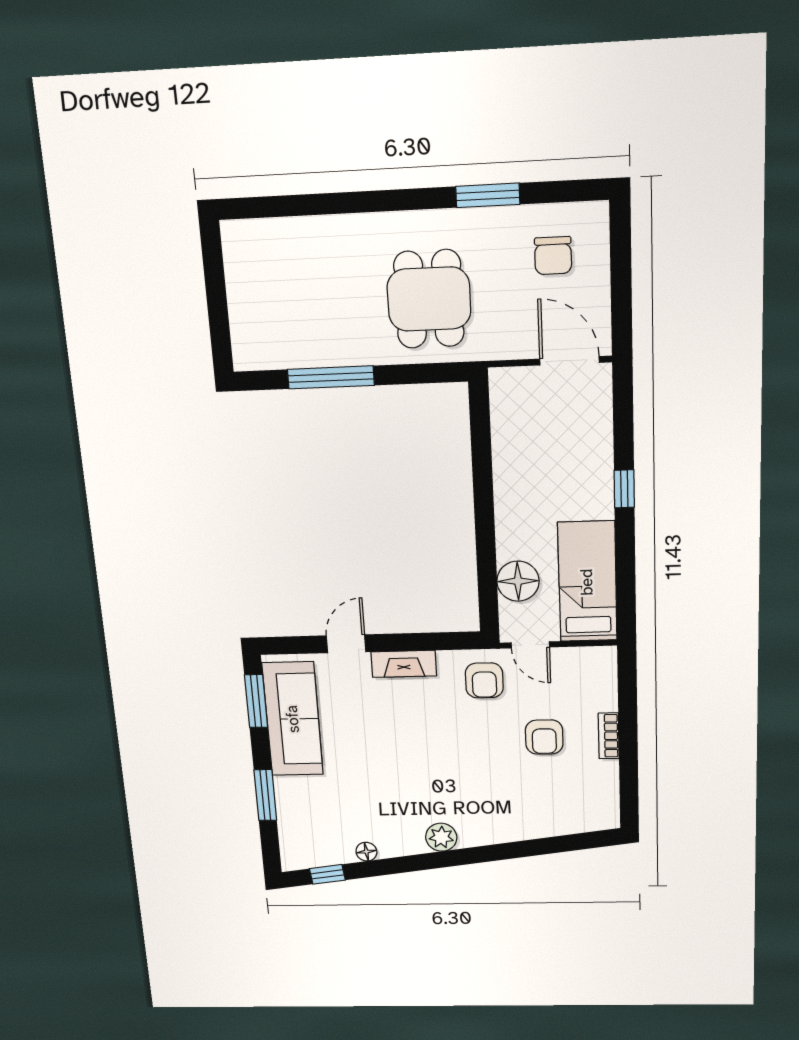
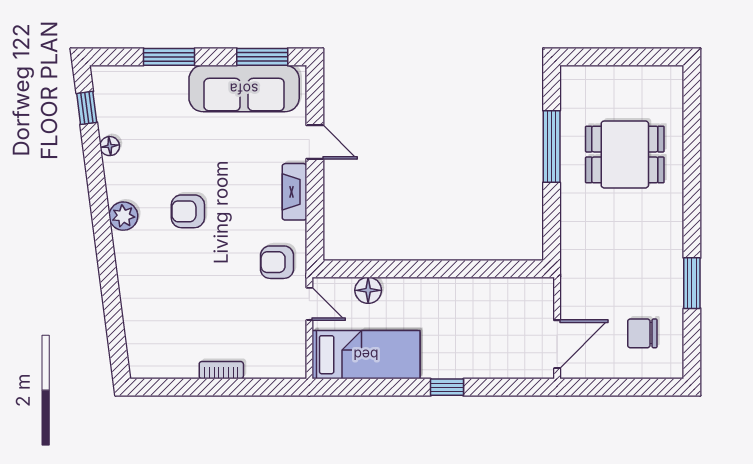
dining table: (429, 299) -> (625, 154), moved
floor lamp: (518, 581) -> (368, 290), width x0.73, depth x0.73
door: (530, 645) -> (309, 304), swing flipped
armchair: (544, 737) -> (188, 211), moved

